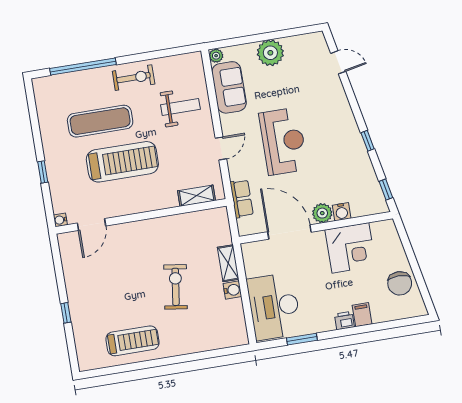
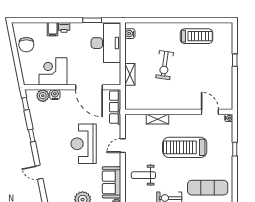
door: (338, 62) -> (39, 172), moved
exercise mat: (100, 121) -> (208, 188), moved
shelving: (197, 196) -> (158, 119), moved
row of seats: (242, 199) -> (115, 107), width x1.48
plant: (322, 213) -> (43, 96), moved
door: (92, 225) -> (210, 112), hinge flipped
chair: (400, 283) -> (26, 45), turned 180
water cooler: (232, 290) -> (130, 34), moved
treadmill: (132, 341) -> (196, 36), turned 180

